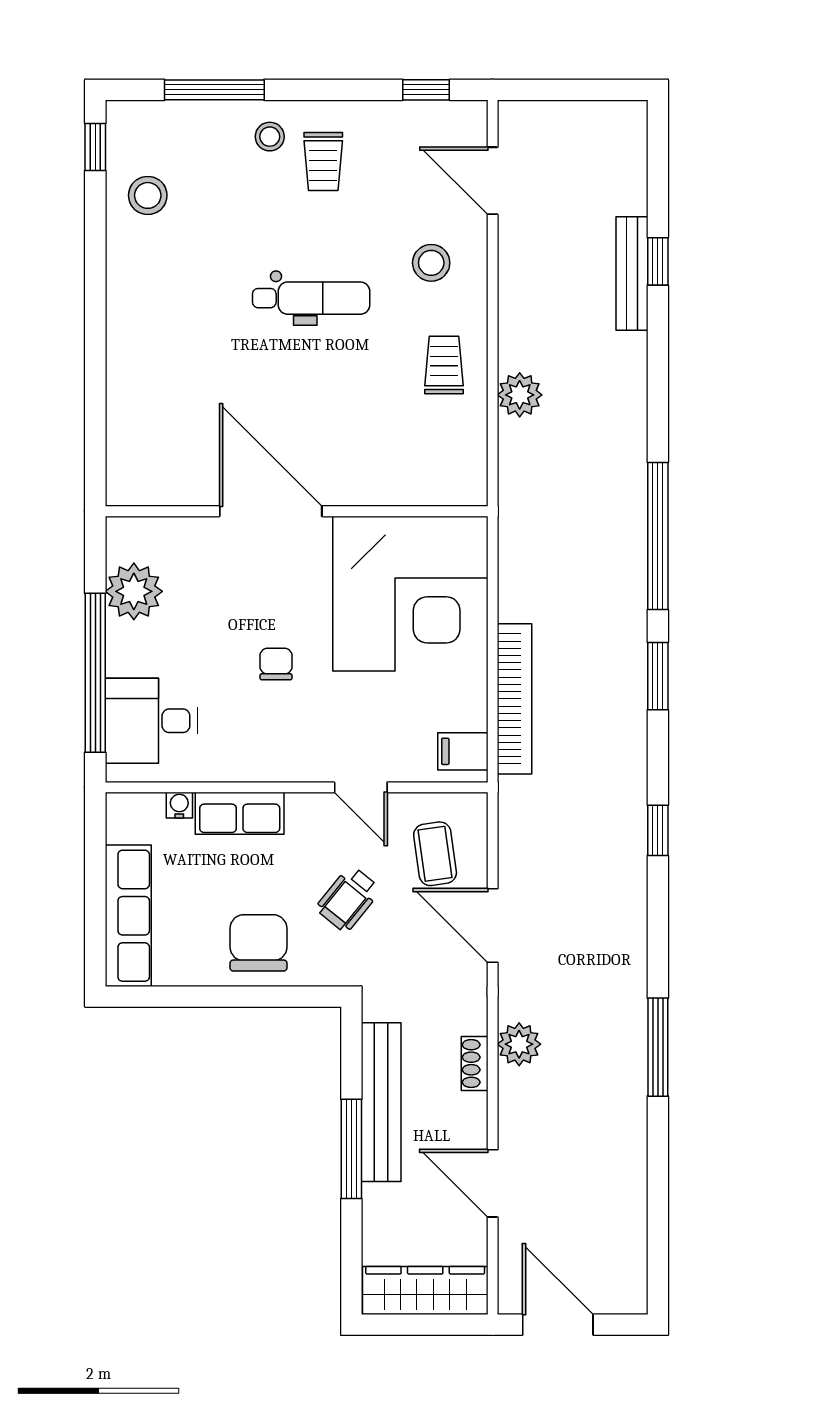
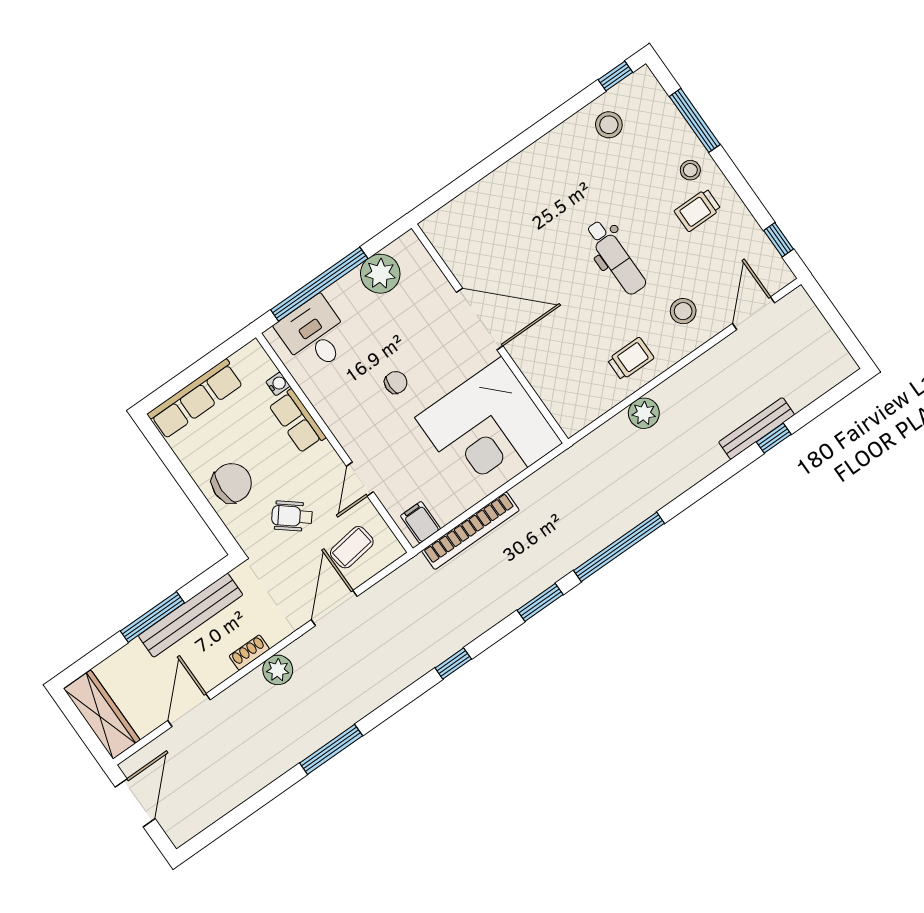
door: (271, 511) -> (480, 319), hinge flipped

